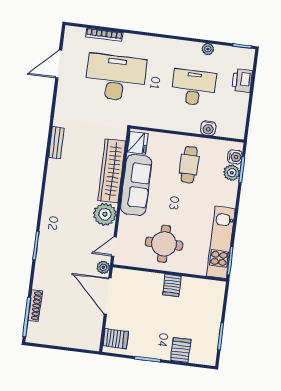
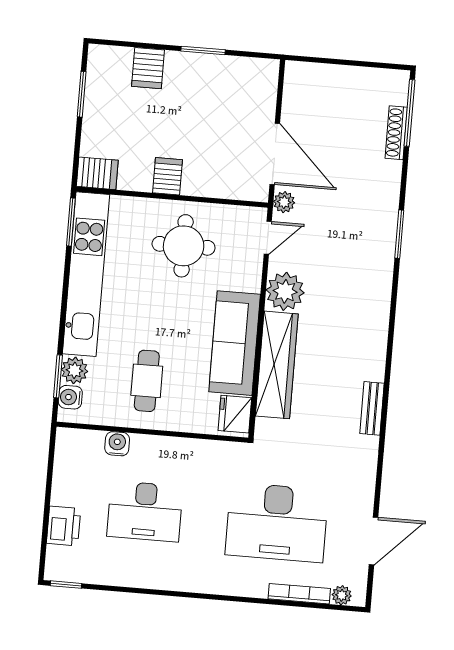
plant: (208, 49) -> (342, 595), moved
kitchen unit: (221, 242) -> (86, 274), width x1.36
server rack: (116, 339) -> (97, 173), moved, turned 180

